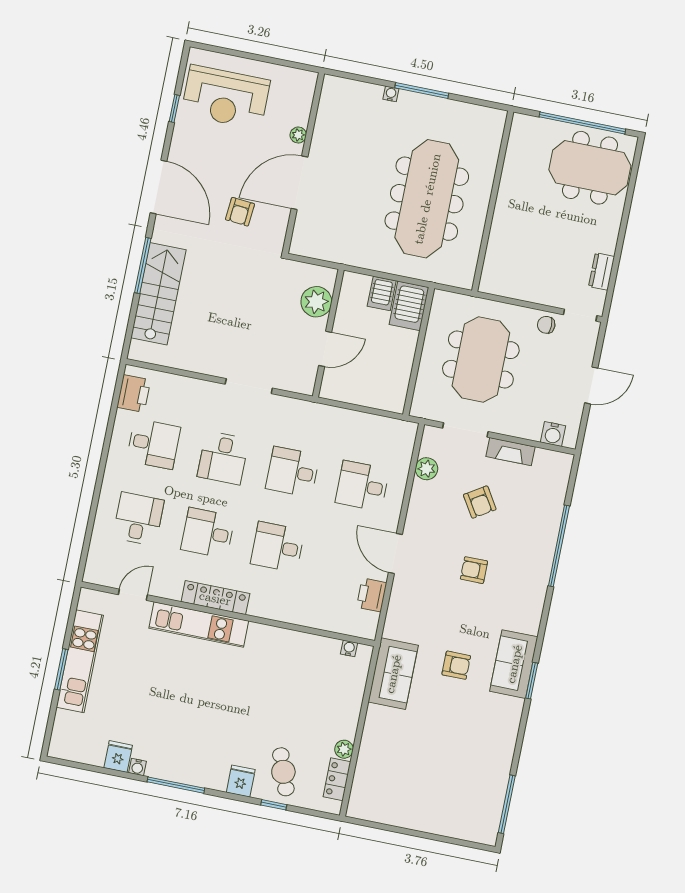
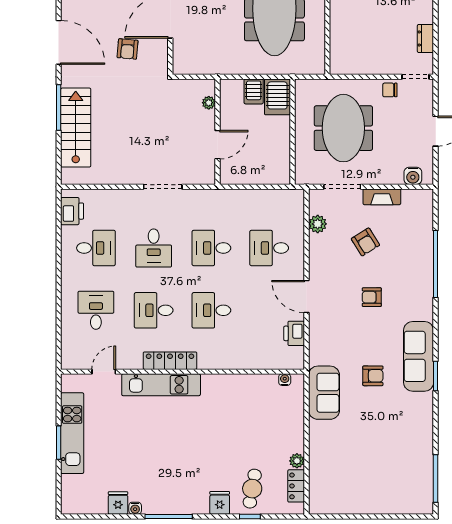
plant: (316, 302) -> (209, 103), width x0.53, depth x0.53
sofa: (514, 664) -> (419, 356), width x1.36
cafe table: (283, 772) -> (252, 489), turned 30

